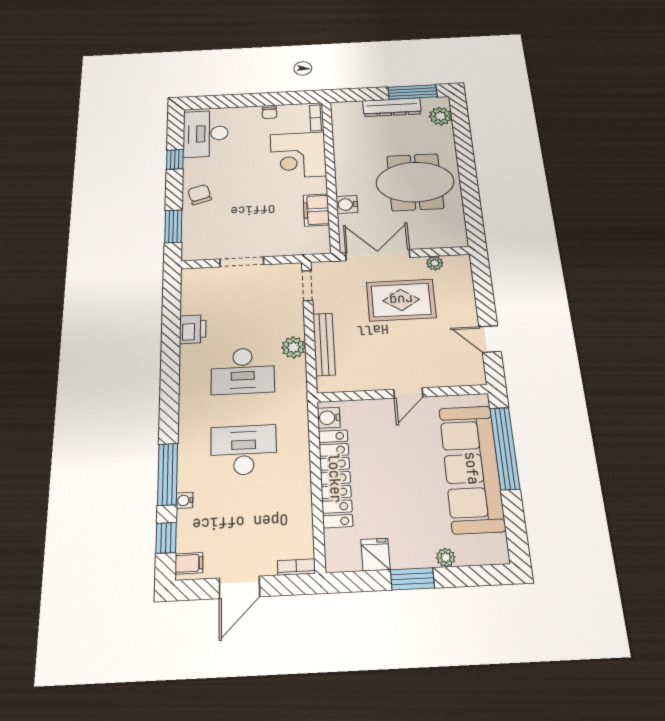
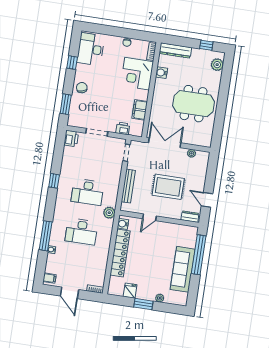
window: (412, 92) -> (206, 45), width x0.46
dresser: (392, 107) -> (175, 50), moved
water cooler: (347, 204) -> (161, 73), moved
printer: (291, 246) -> (123, 128), added
rug: (401, 300) -> (168, 187), moved
printer: (193, 329) -> (71, 138), moved
plant: (293, 347) -> (109, 213), moved
dresser: (465, 377) -> (190, 217), added
door: (408, 393) -> (150, 217), moved
desk: (244, 450) -> (81, 231), turned 180
sofa: (472, 468) -> (183, 269), width x0.74, depth x0.79
window: (166, 538) -> (54, 181), moved
door: (239, 587) -> (69, 293), hinge flipped

